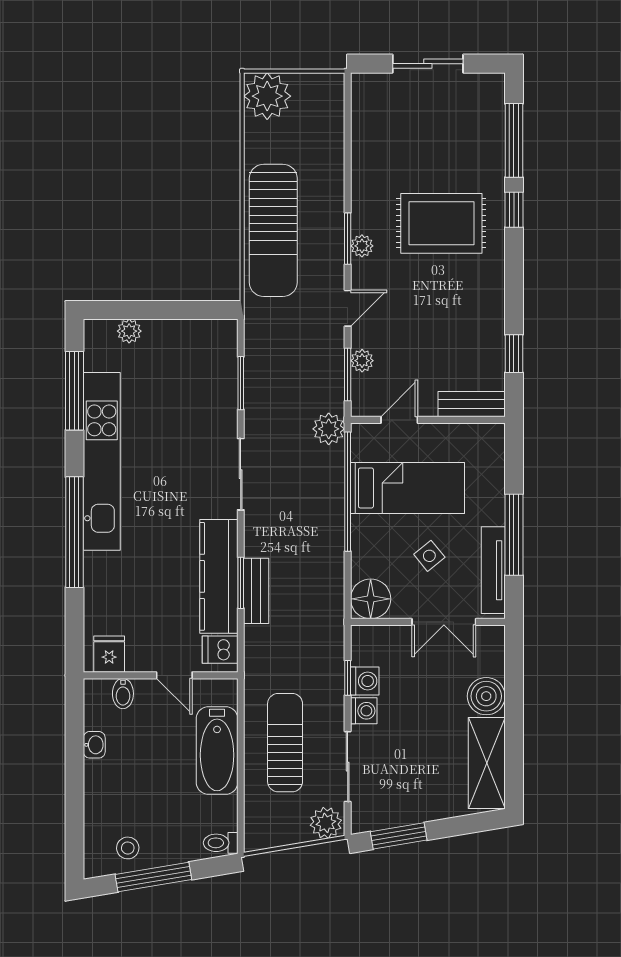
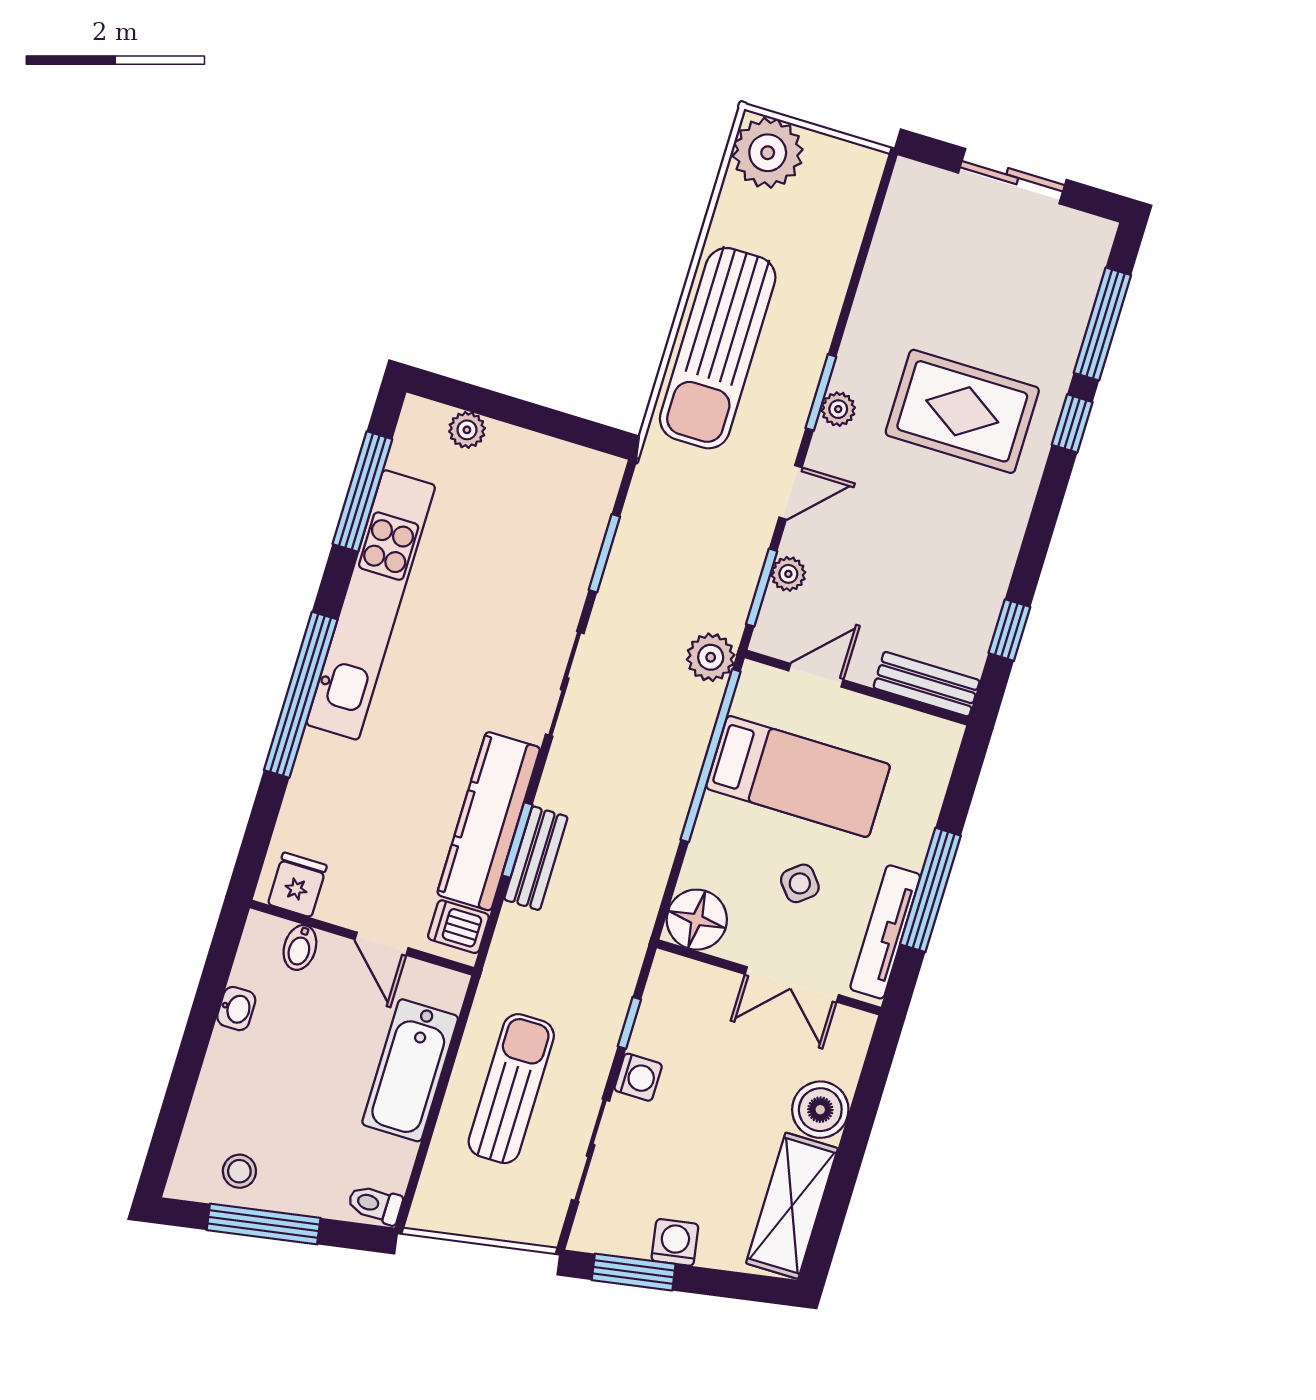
washing machine: (365, 681) -> (675, 1242), moved, turned -100
plant: (326, 823) -> (535, 1222), removed

